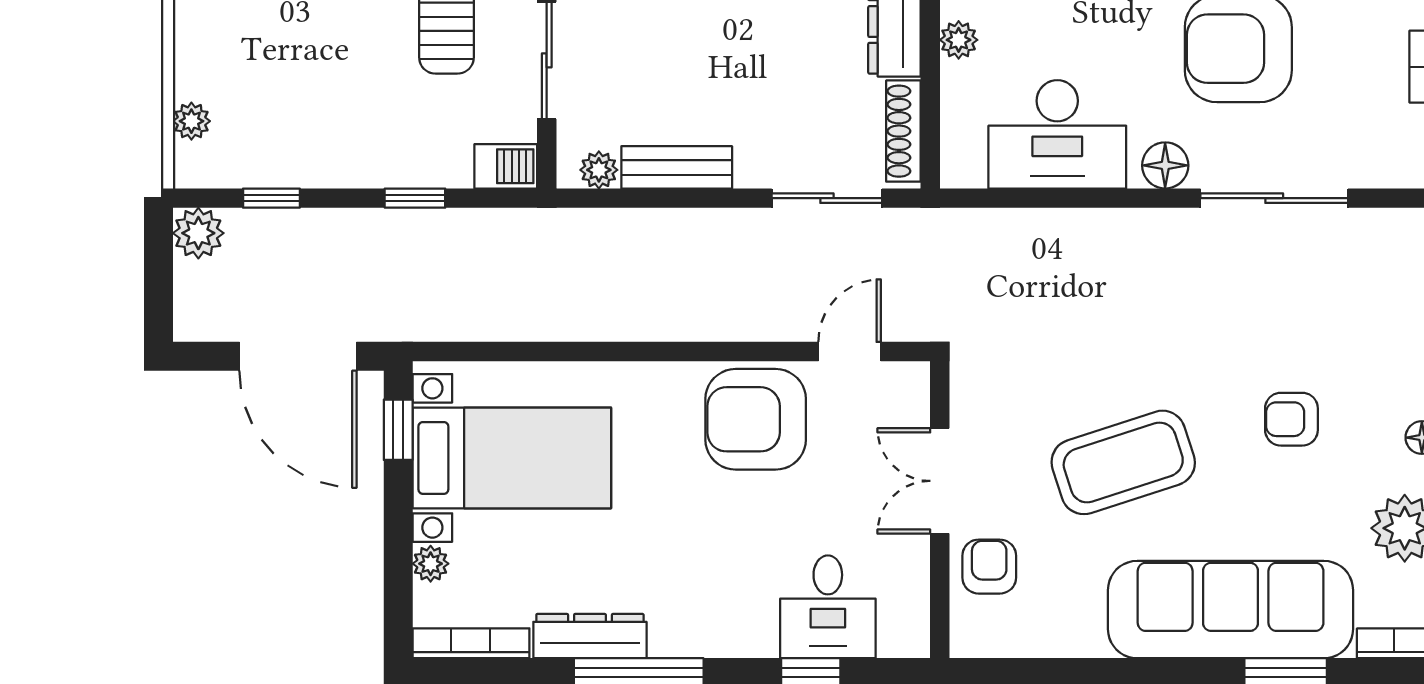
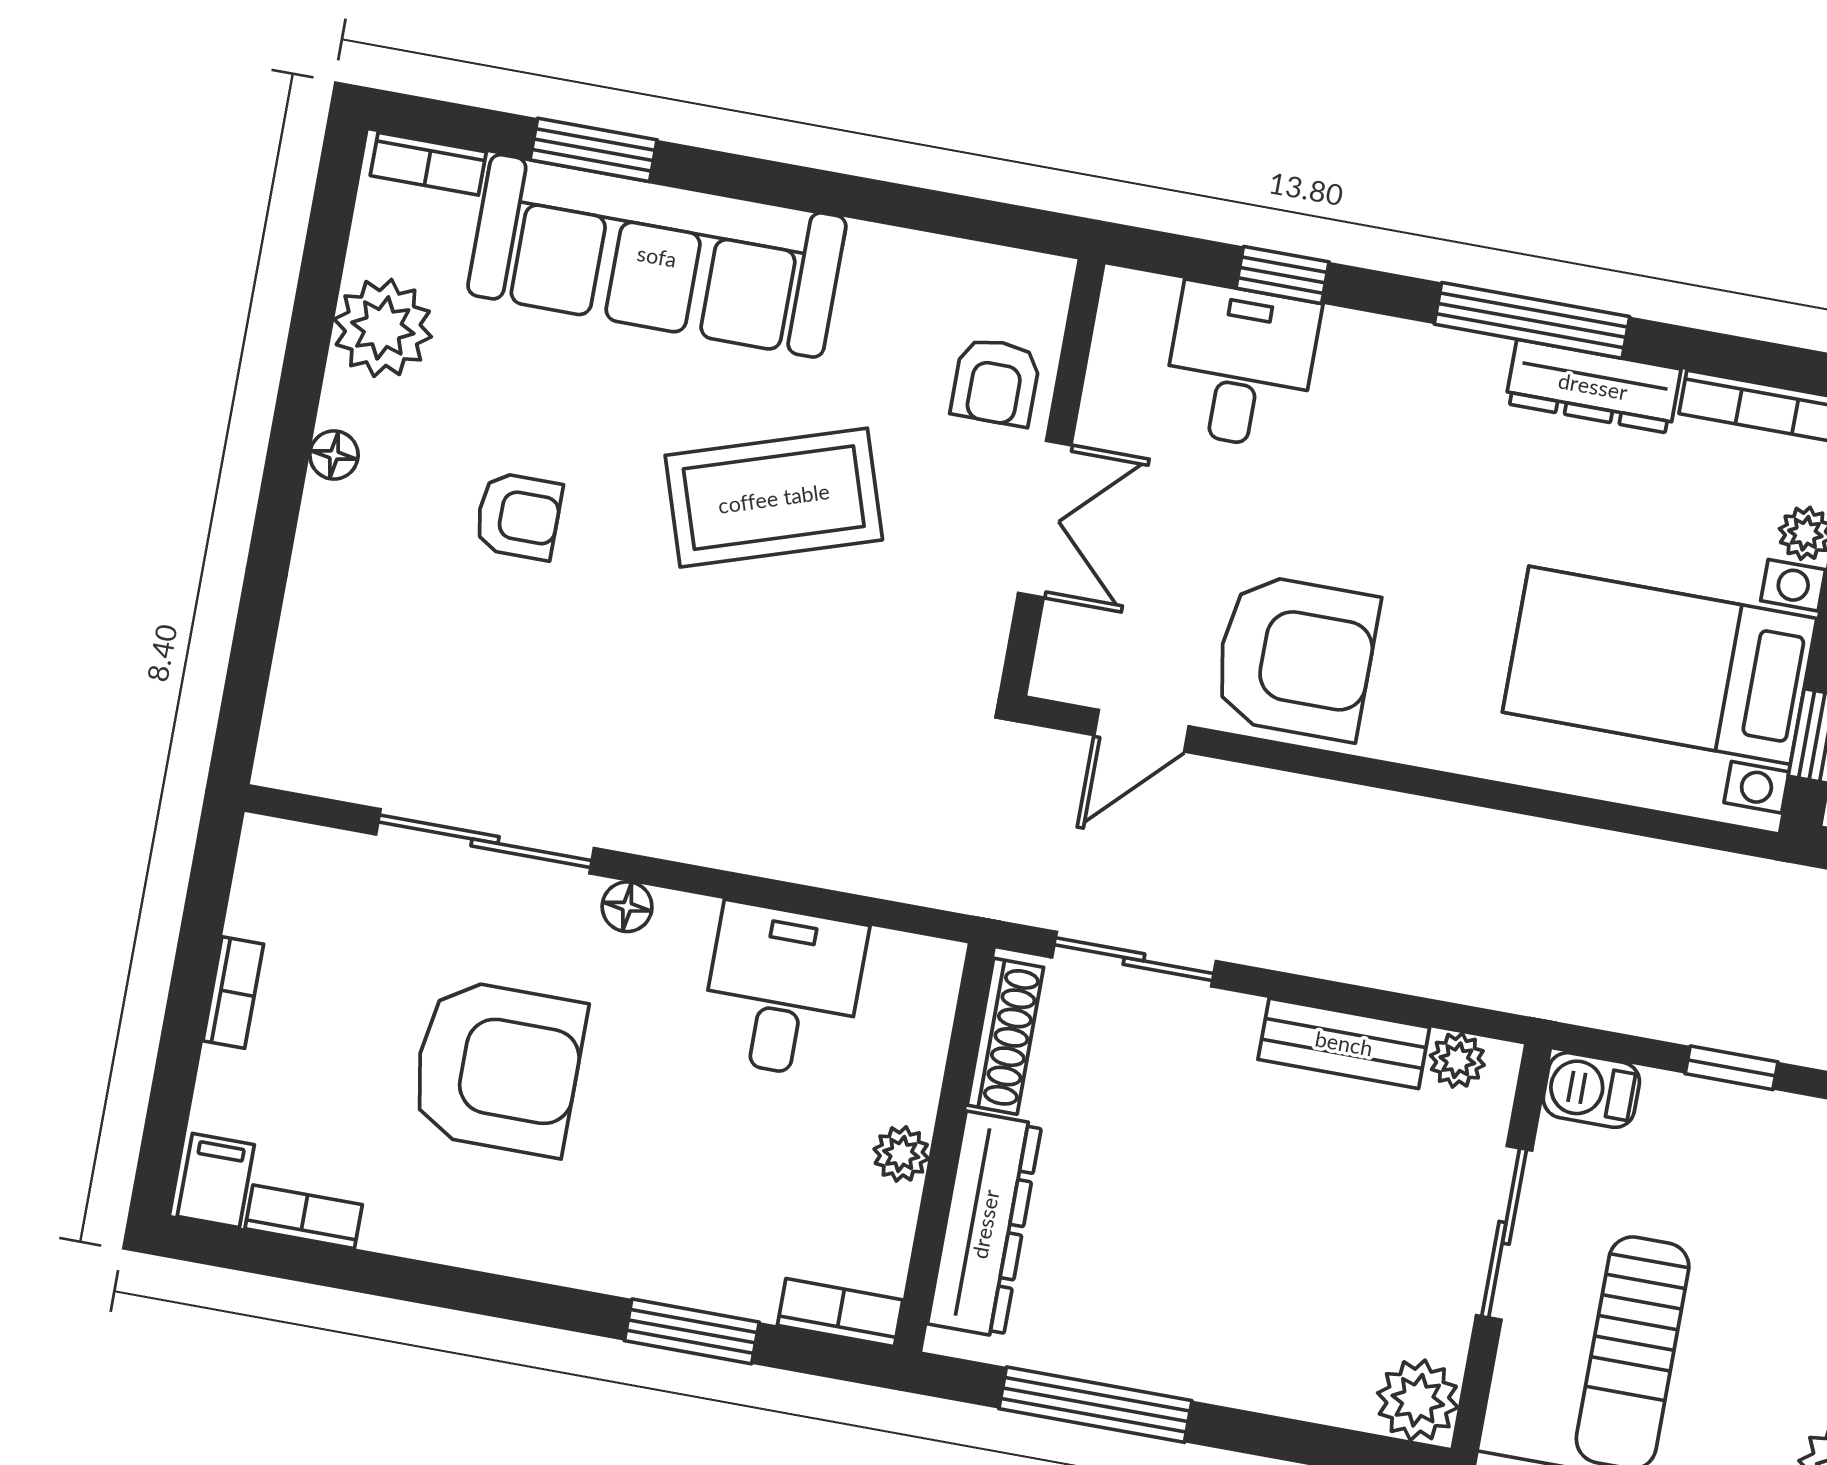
desk: (1057, 134) -> (783, 991), width x0.73
floor lamp: (1165, 165) -> (627, 907), width x0.73, depth x0.73

